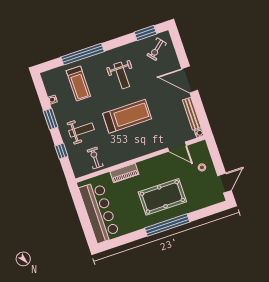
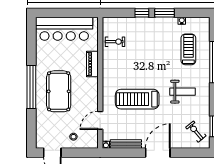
weight bench: (122, 75) -> (183, 92), turned 180
treadmill: (78, 84) -> (188, 49), turned 90
treadmill: (127, 116) -> (137, 99), moved, turned 90
weight bench: (81, 130) -> (145, 38), removed
window: (61, 151) -> (142, 13), moved

